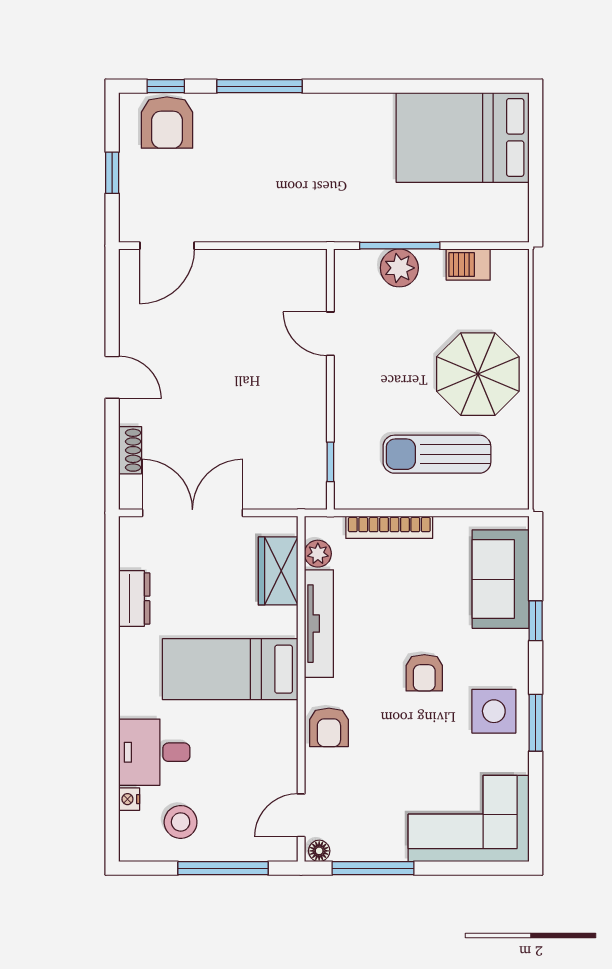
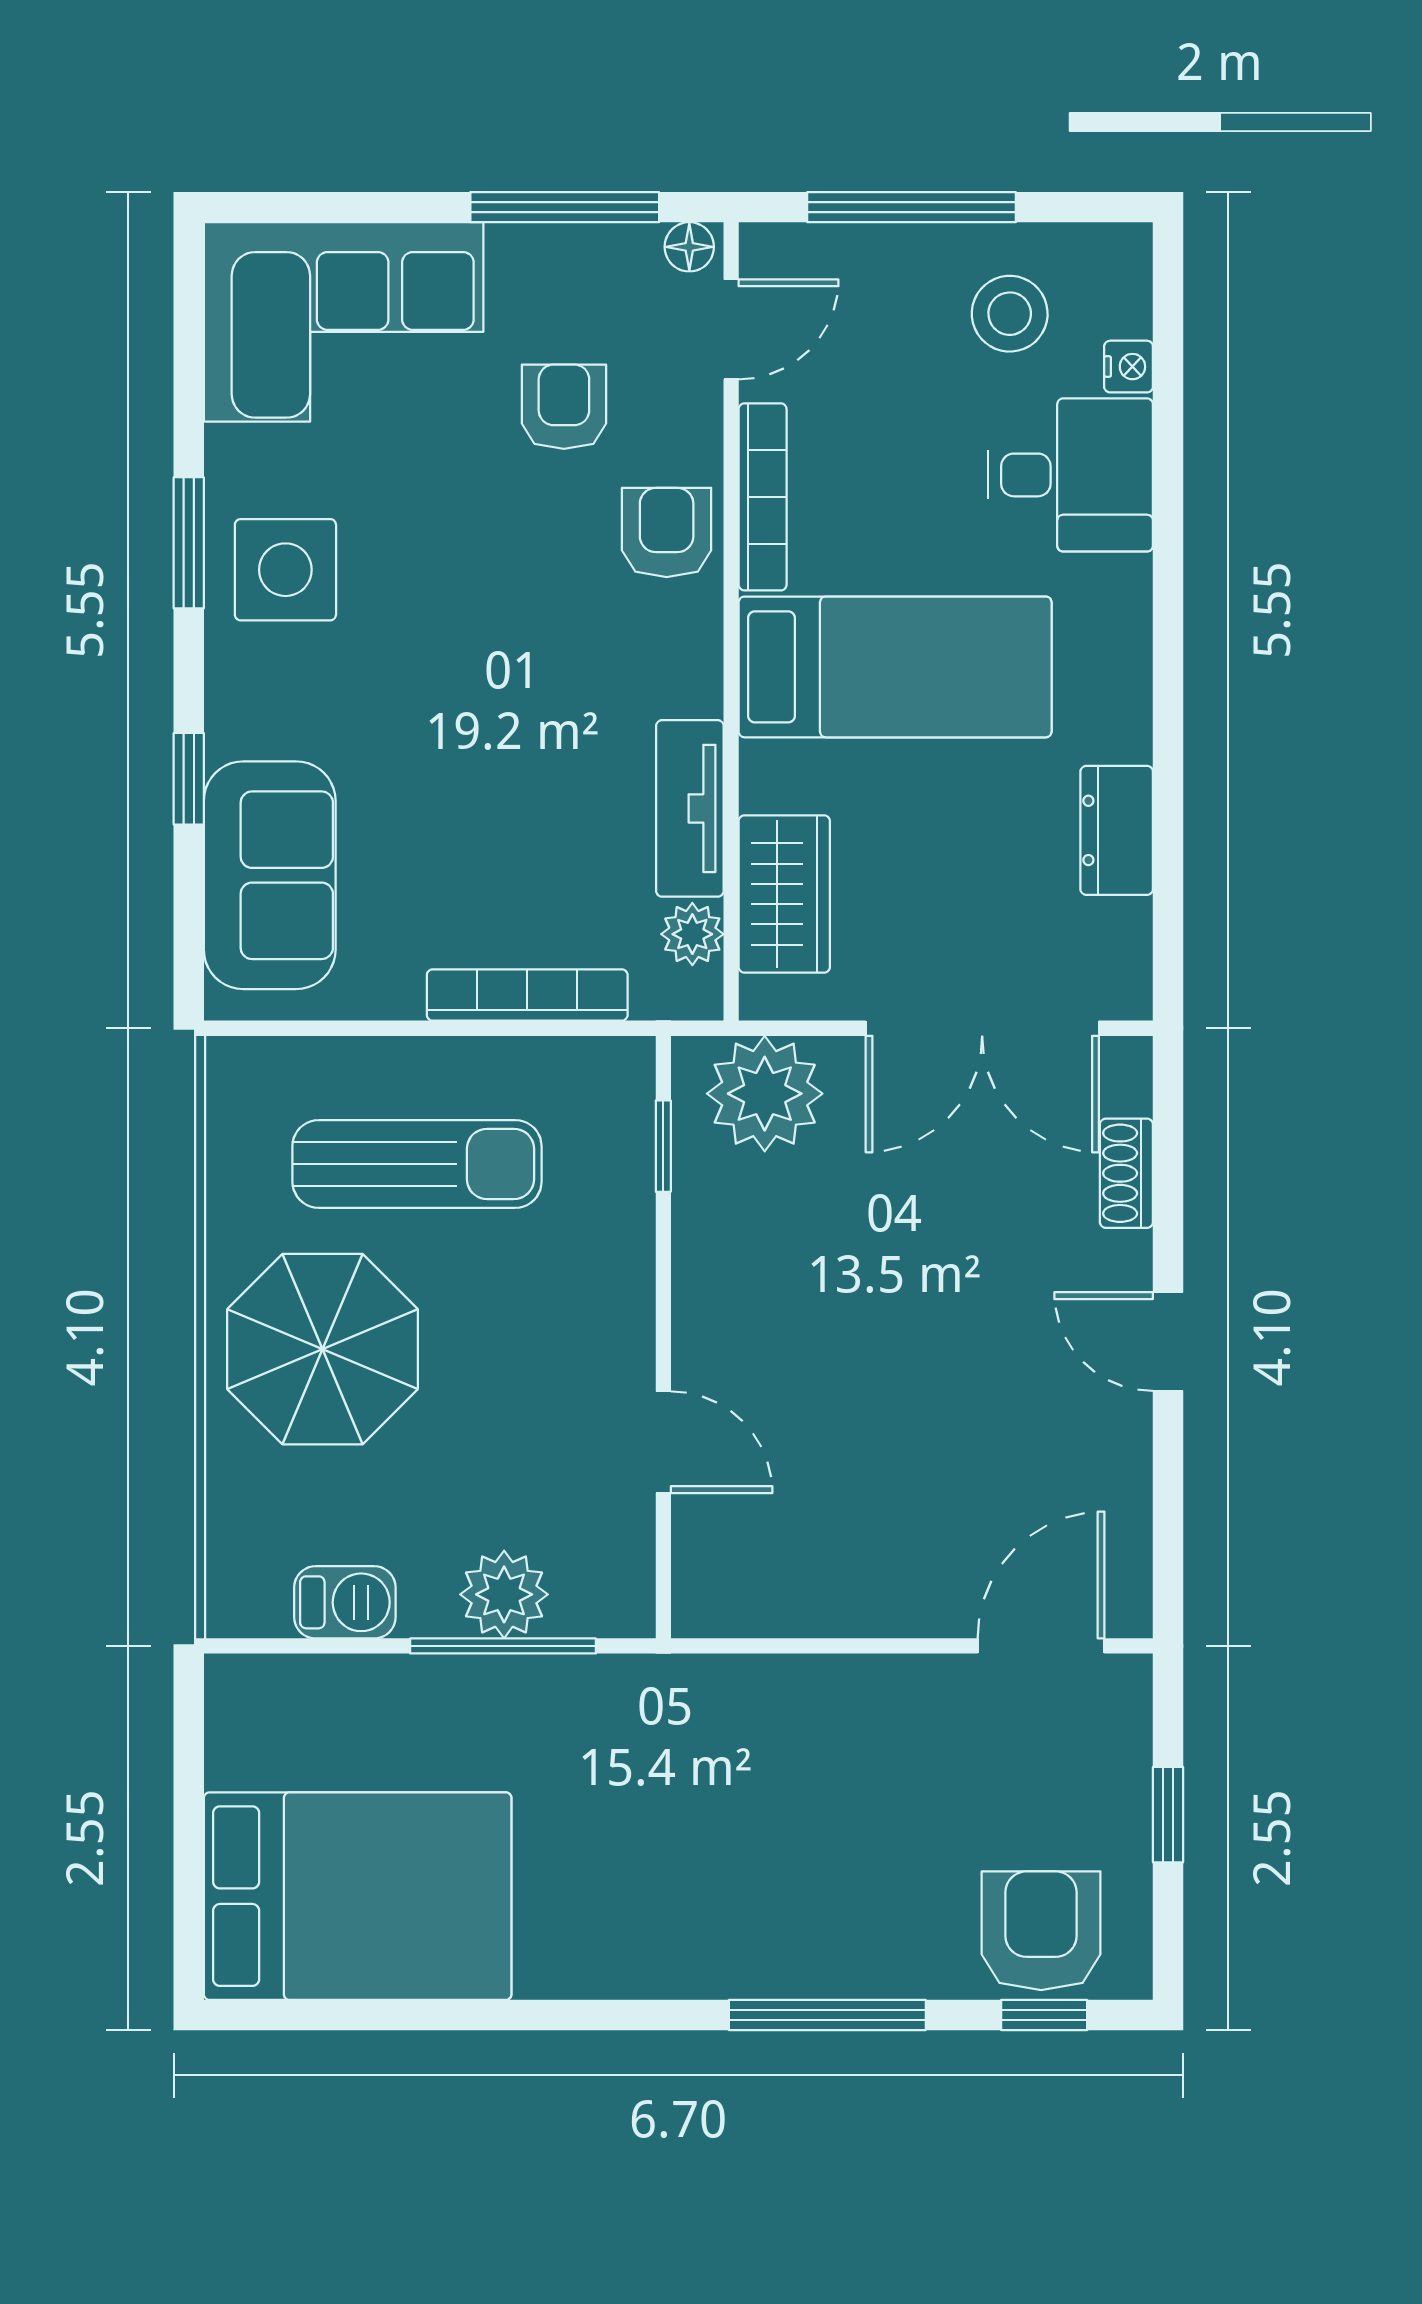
plant: (287, 485) -> (765, 1094), added
tv unit: (319, 624) -> (690, 808), width x0.71
armchair: (424, 673) -> (564, 407), moved
bookcase: (287, 743) -> (763, 497), added

